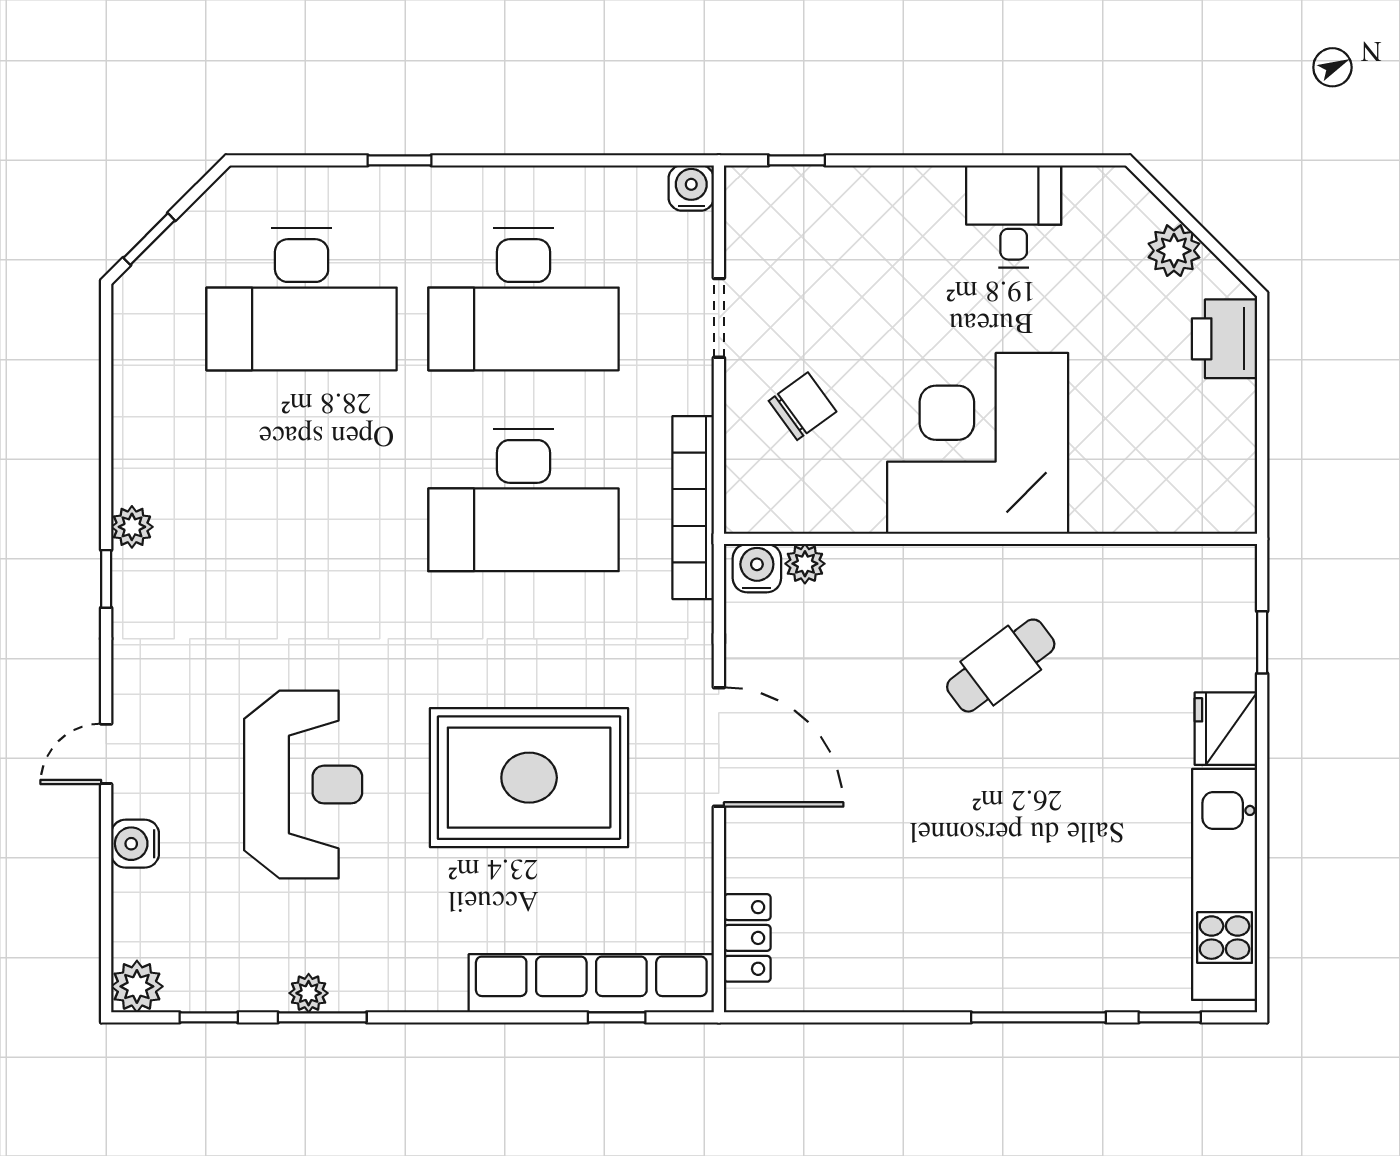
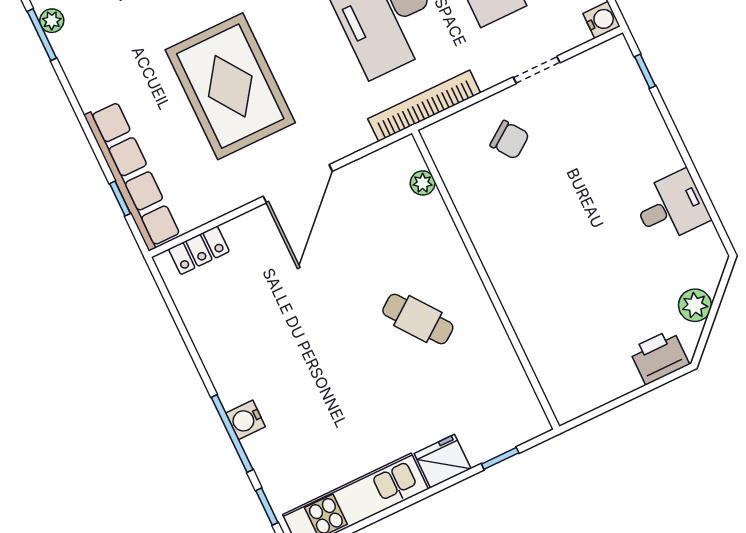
corner desk: (978, 443) -> (535, 247), removed
water cooler: (757, 568) -> (246, 420), moved, turned 180

